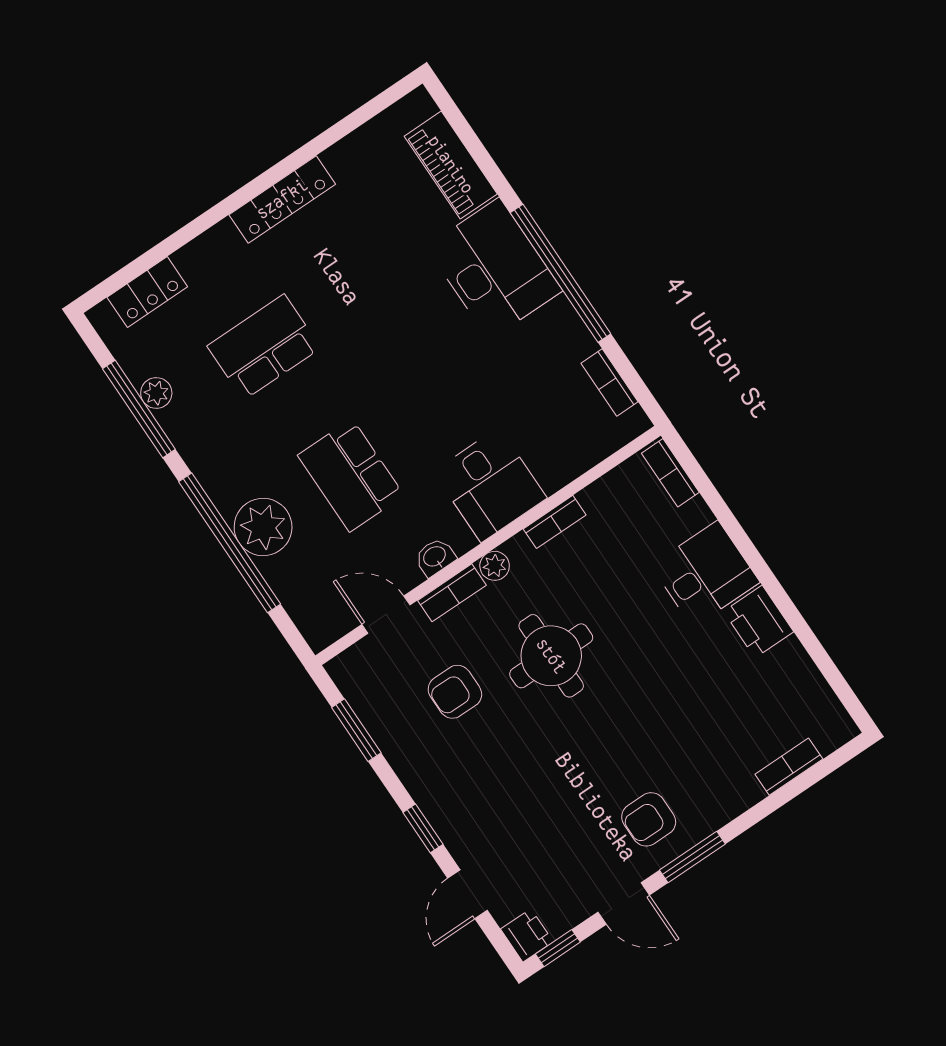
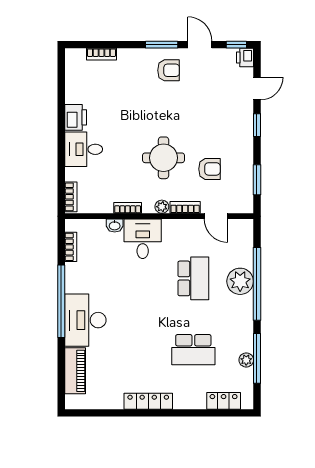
washbasin: (435, 557) -> (115, 225), moved

